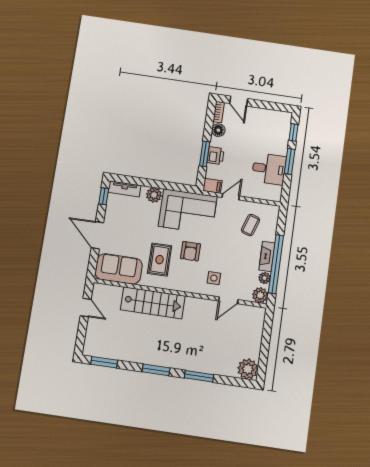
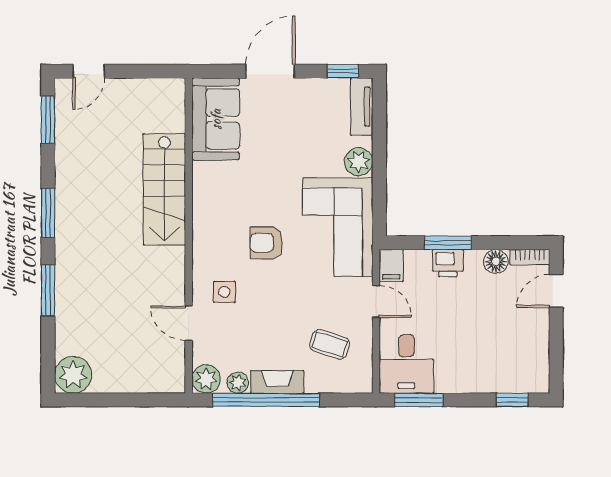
window: (290, 161) -> (419, 400), moved
desk: (269, 169) -> (406, 364), moved
rug: (160, 260) -> (243, 190), removed
door: (86, 307) -> (89, 71), moved

